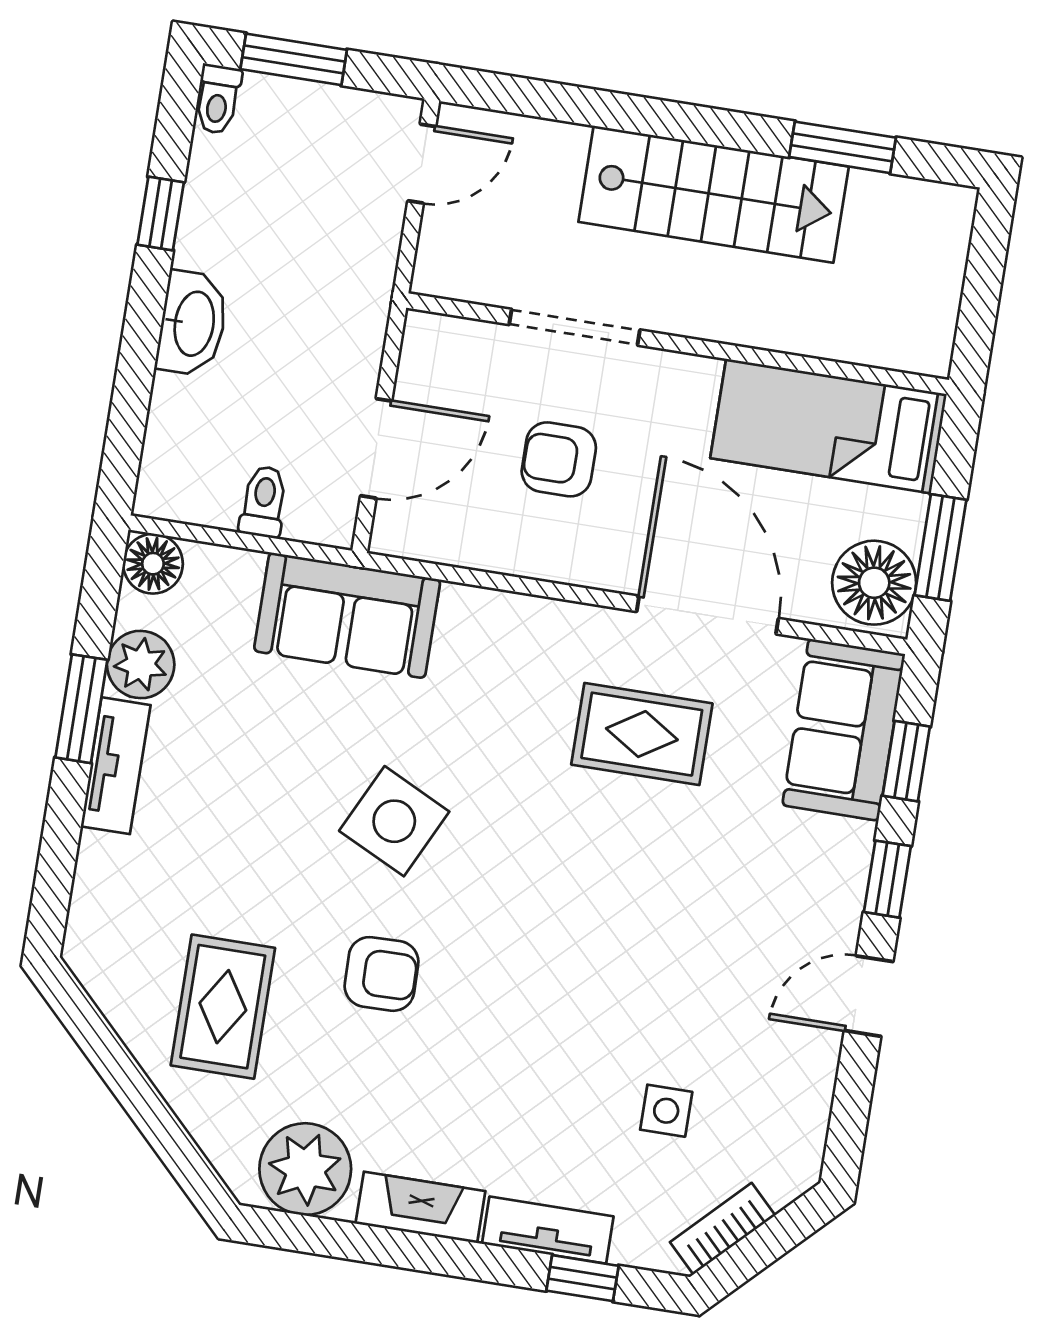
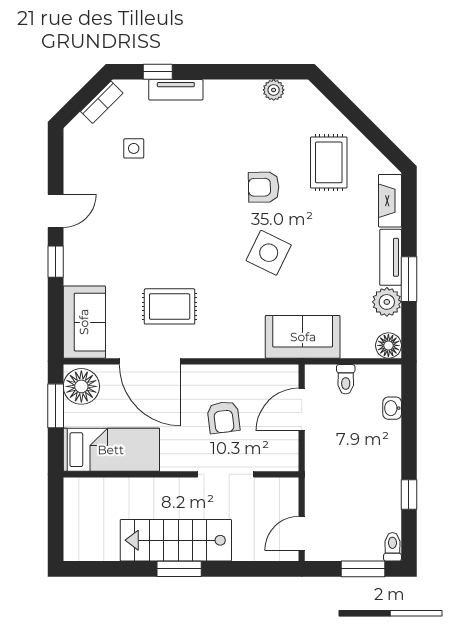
window: (843, 147) -> (179, 569), moved
washbasin: (192, 323) -> (392, 408), moved, width x0.52, depth x0.69
armchair: (559, 459) -> (223, 417), turned 83
window: (906, 761) -> (56, 313), removed
plant: (305, 1169) -> (274, 90), width x0.53, depth x0.53
fireplace: (420, 1207) -> (390, 201), moved, turned 90

